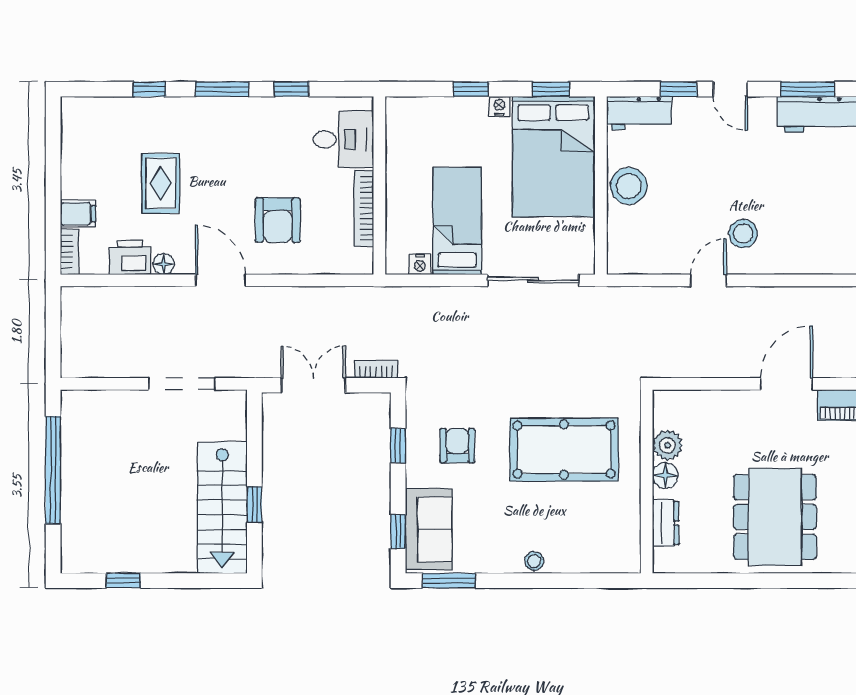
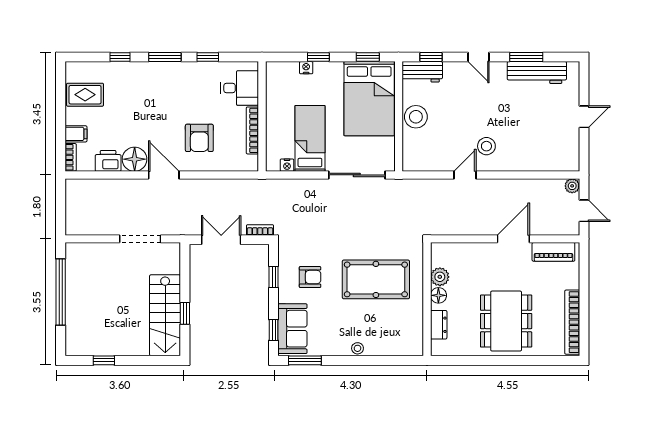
window: (679, 89) -> (431, 57), moved
nightstand: (499, 106) -> (306, 68), moved
rug: (161, 183) -> (85, 95), moved, turned 90
floor lamp: (164, 264) -> (135, 159), width x1.89, depth x1.89
armchair: (457, 446) -> (310, 277), turned 90

